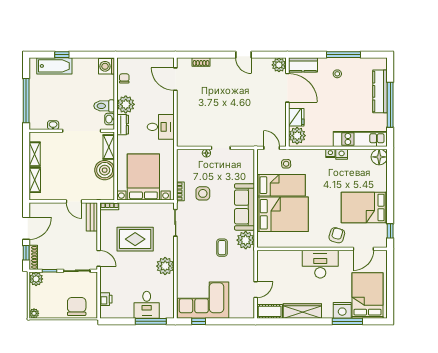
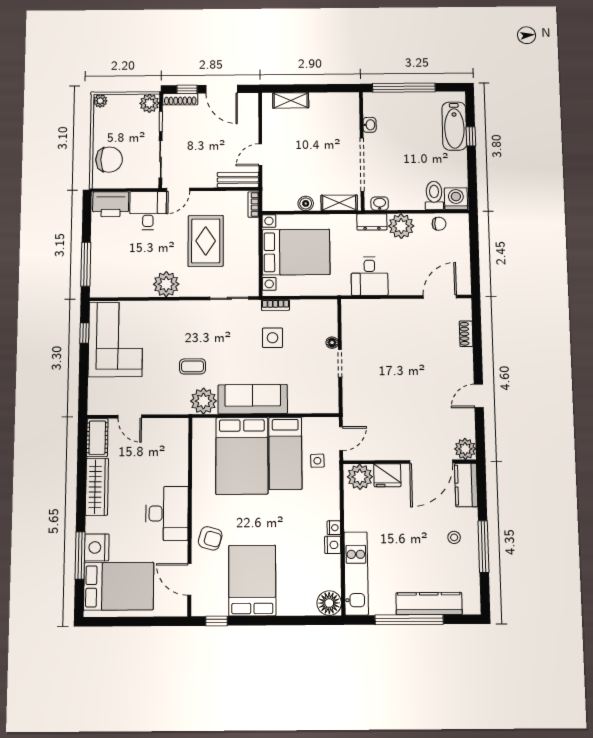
toilet: (104, 106) -> (434, 195), moved
shelving: (35, 154) -> (327, 100), removed
boiler: (105, 170) -> (306, 203), width x0.54, depth x0.54
printer: (106, 299) -> (111, 204), width x1.87, depth x1.48
desk: (147, 305) -> (148, 211), moved, turned 90

